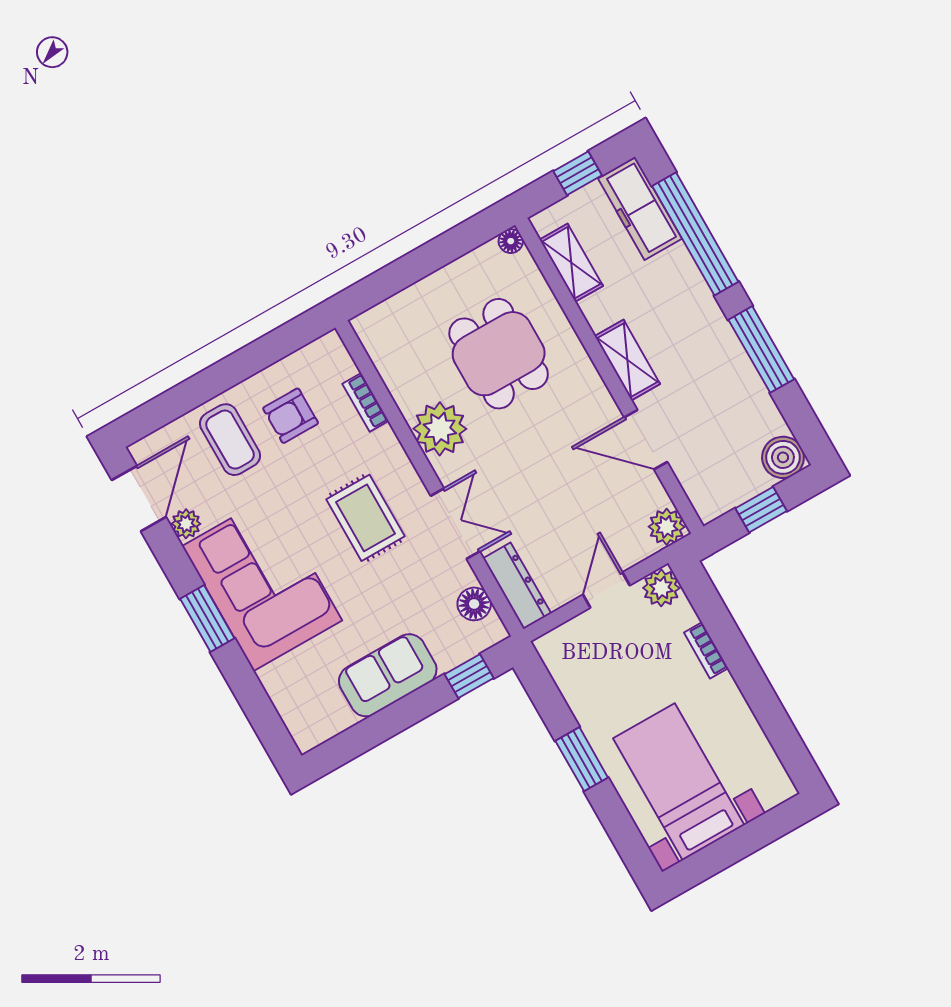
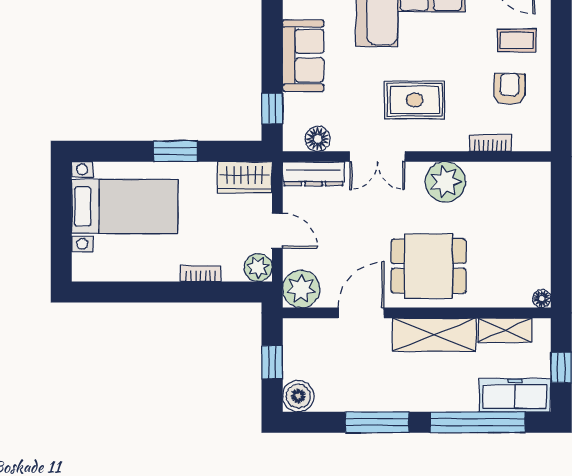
dining table: (499, 354) -> (429, 266), moved
shelving: (627, 360) -> (434, 335), width x1.50, depth x1.33
coffee table: (230, 440) -> (517, 40), width x0.73, depth x0.77
plant: (667, 527) -> (301, 289), width x1.36, depth x1.36
wardrobe: (566, 663) -> (245, 177), added

